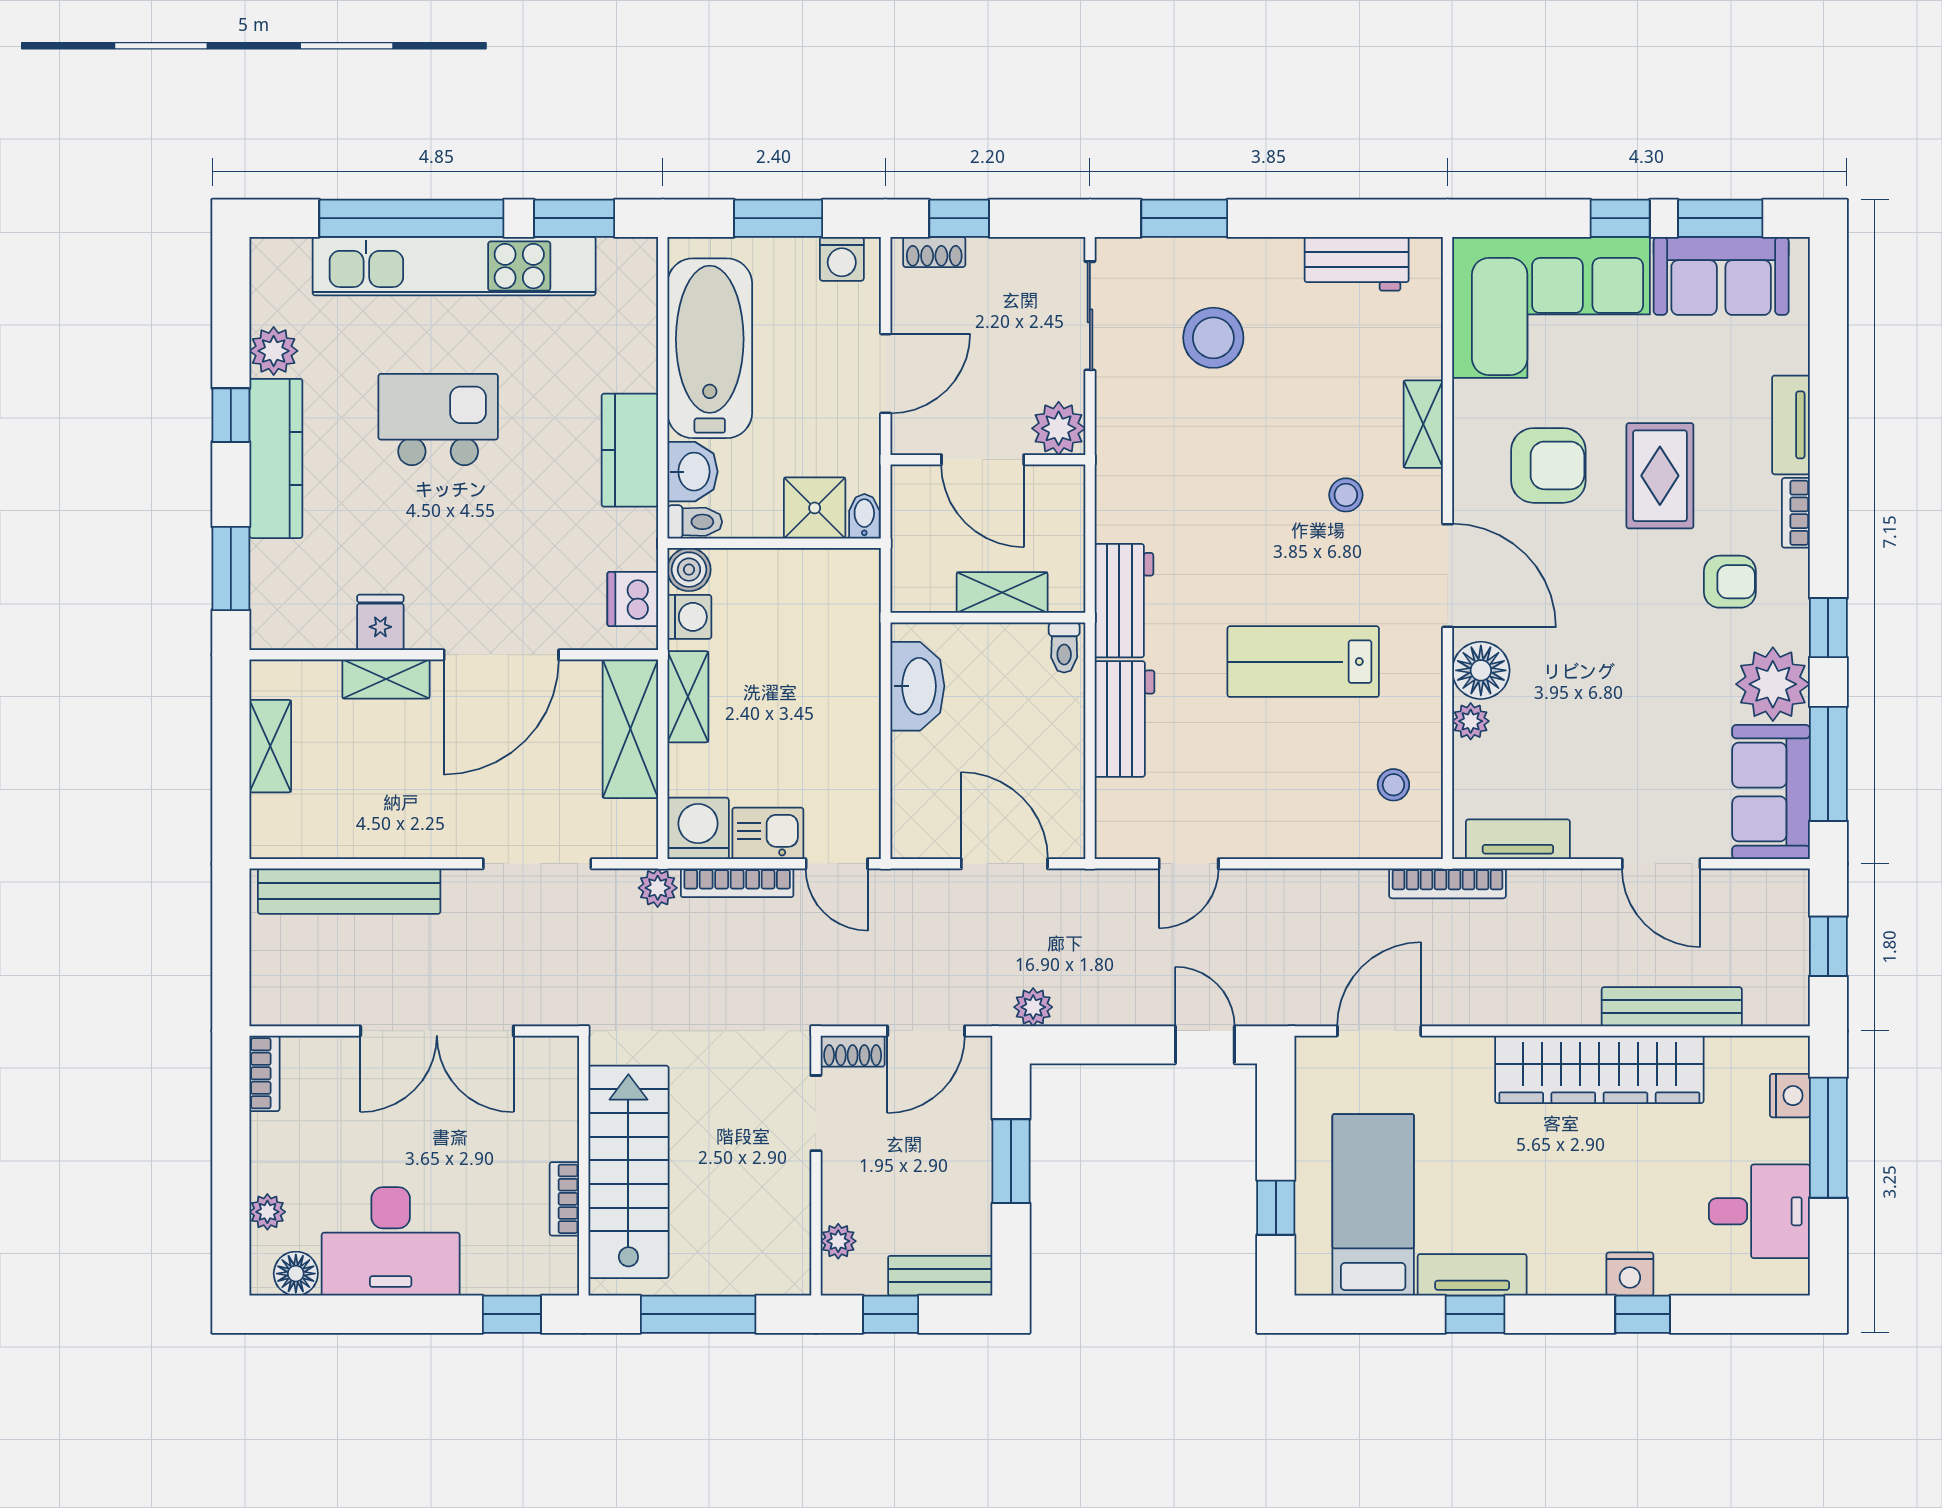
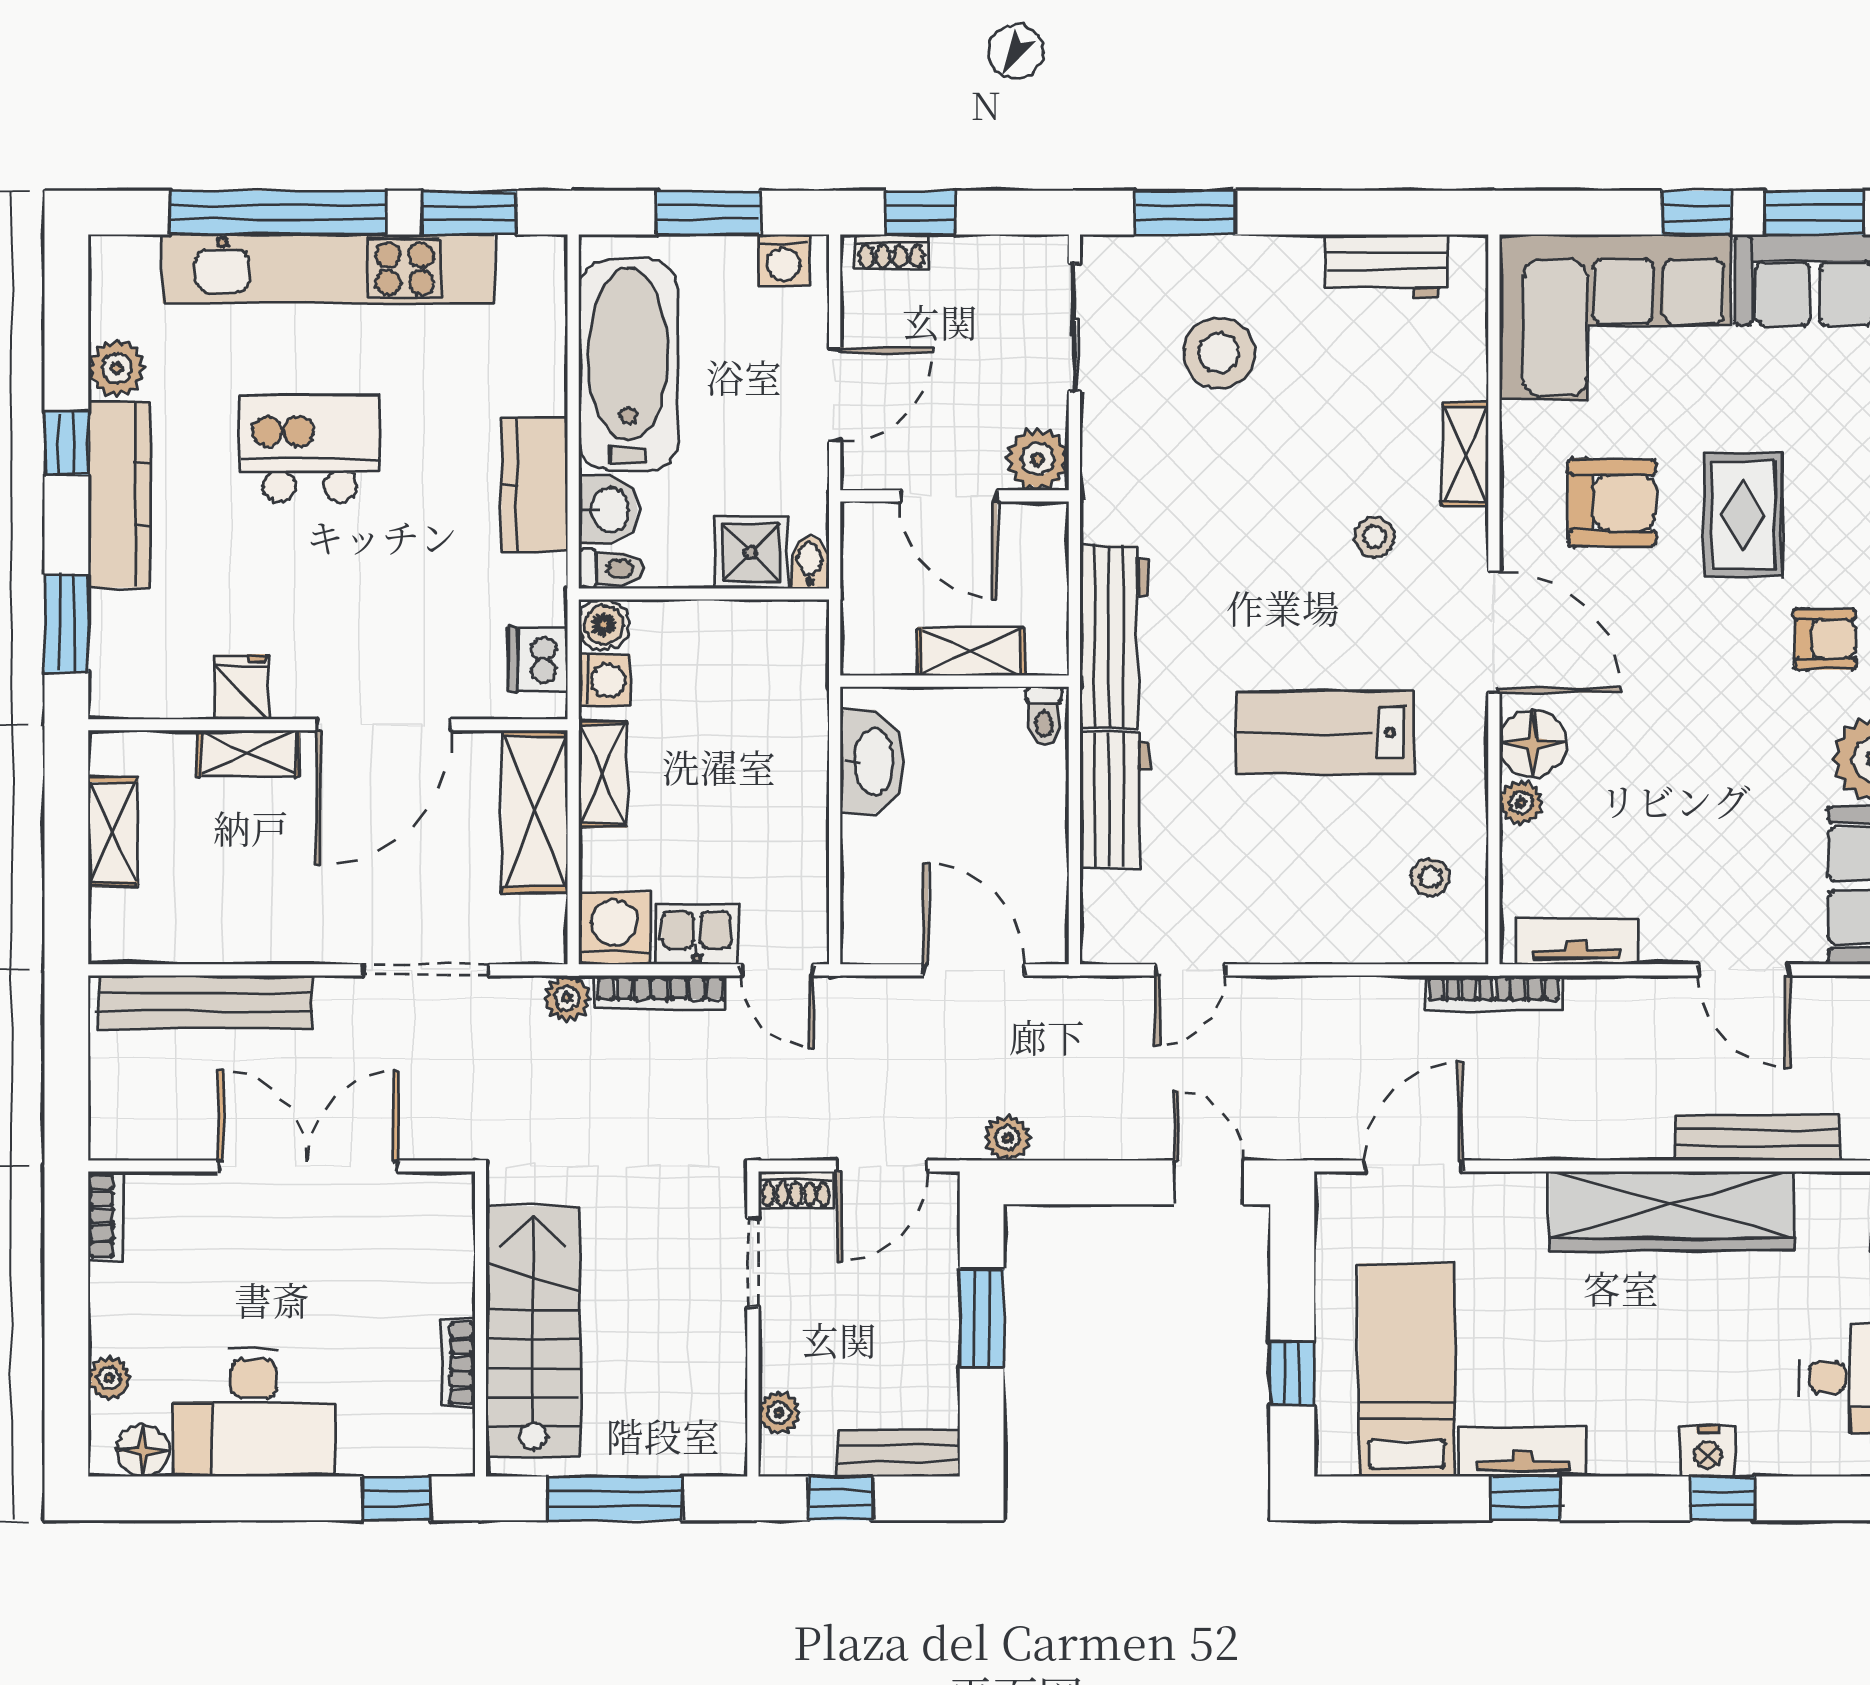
workbench: (1124, 601) -> (1114, 636), width x1.38
double door: (437, 1031) -> (308, 1166), swing flipped

